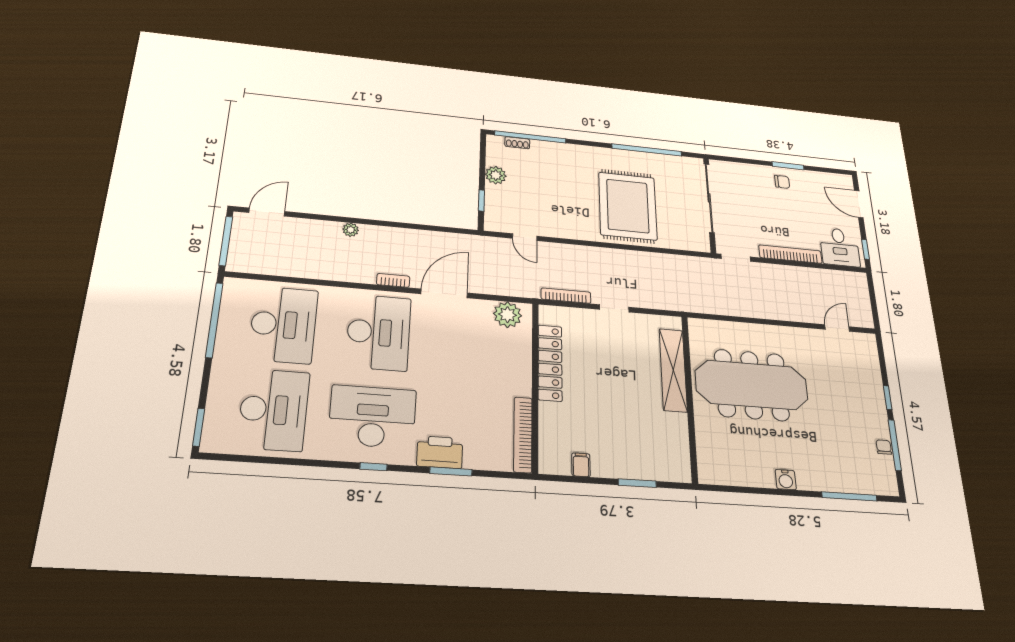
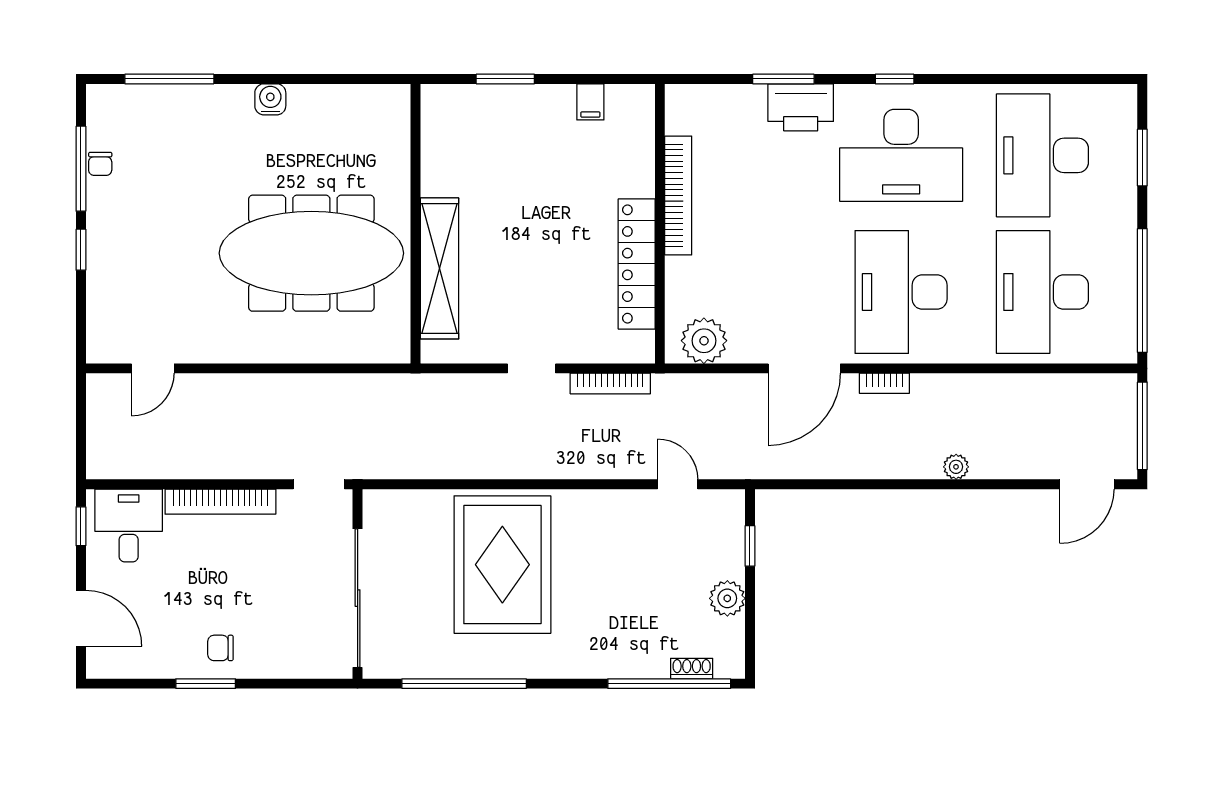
window: (199, 427) -> (1142, 158), moved
bookcase: (523, 435) -> (678, 195), moved

